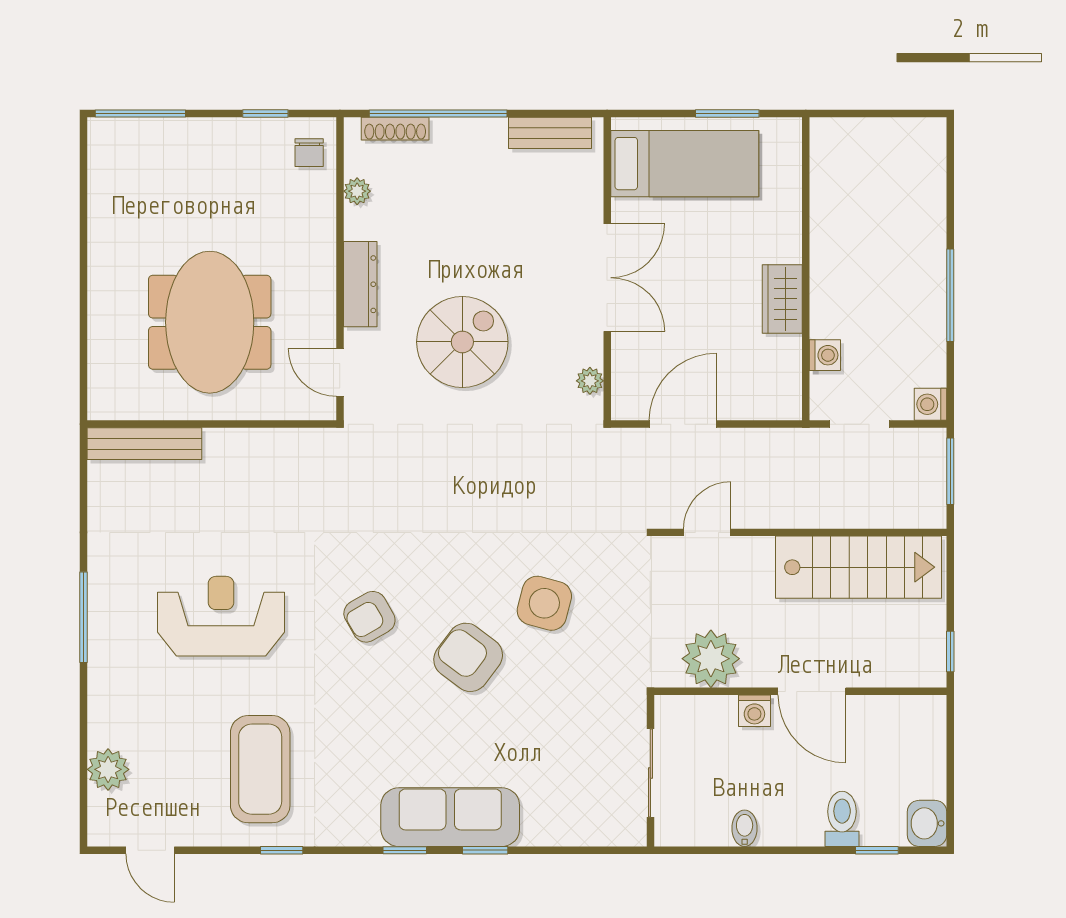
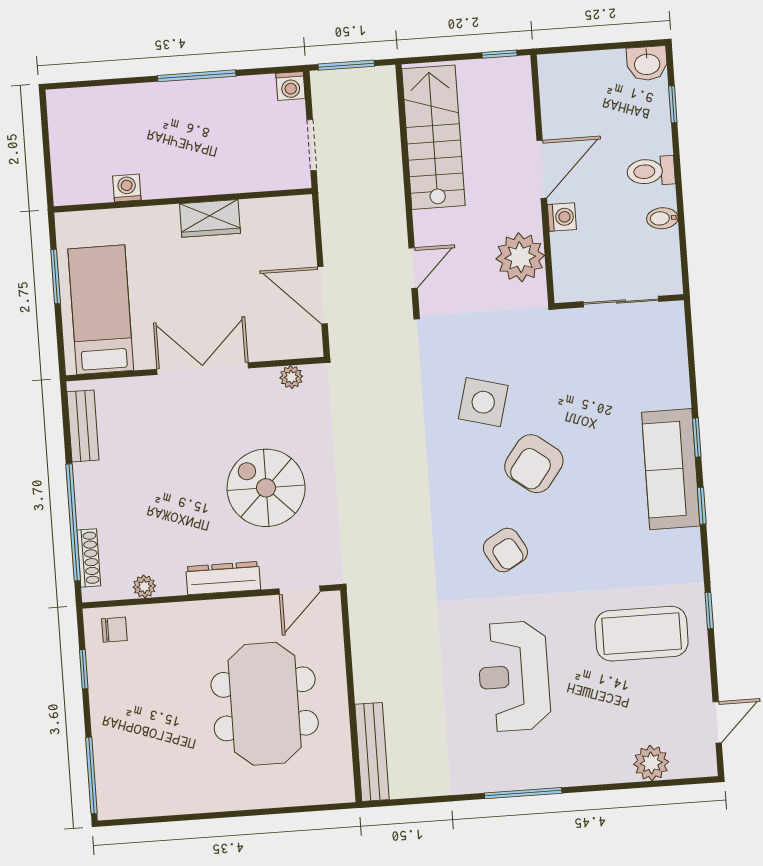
meeting table: (210, 322) -> (265, 704), turned 90
washing machine: (825, 355) -> (127, 188), moved
door: (707, 532) -> (413, 268), swing flipped
toilet: (842, 819) -> (651, 171), moved

